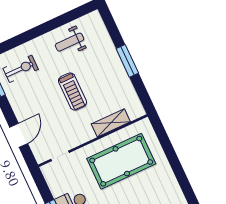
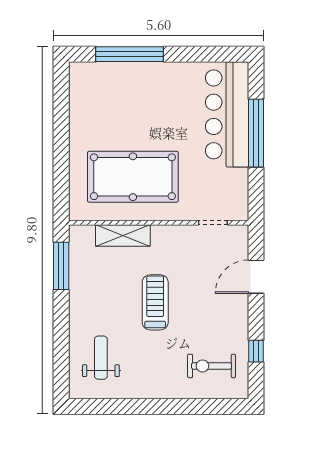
weight bench: (70, 42) -> (101, 358), moved, turned -90
window: (127, 61) -> (61, 266), moved

